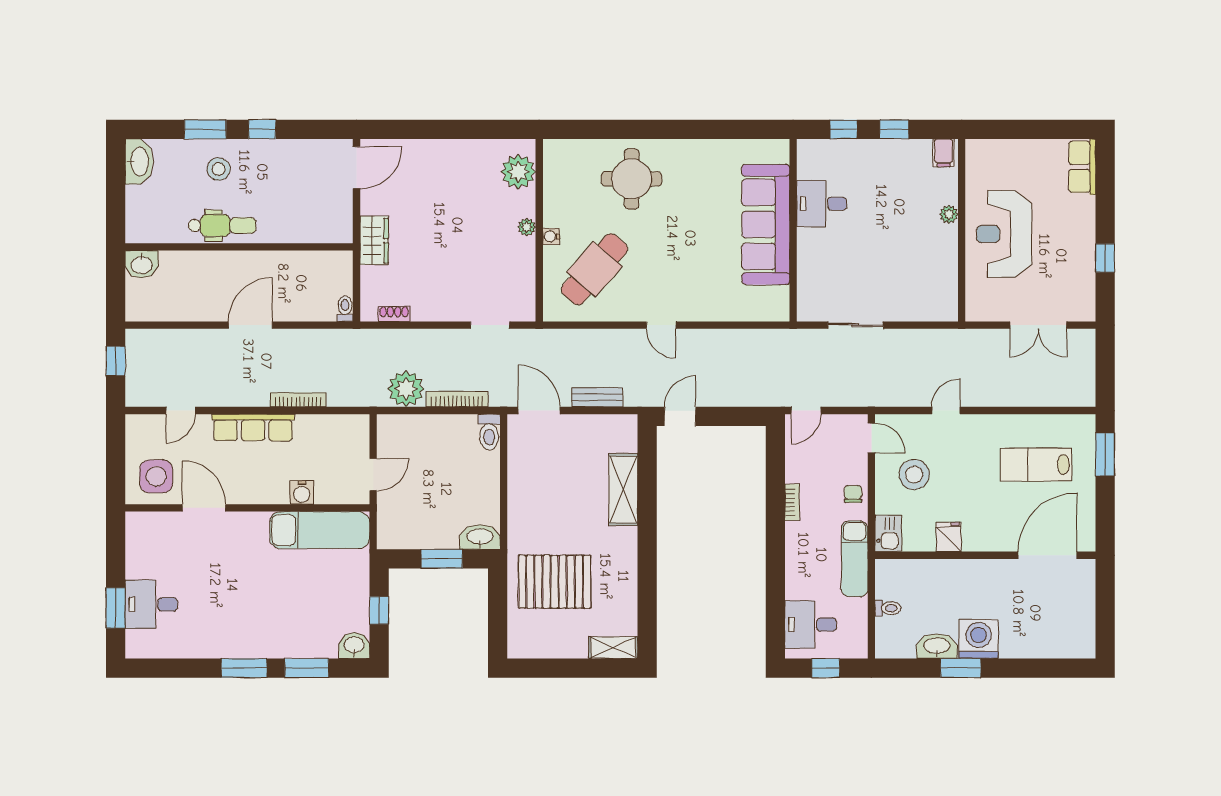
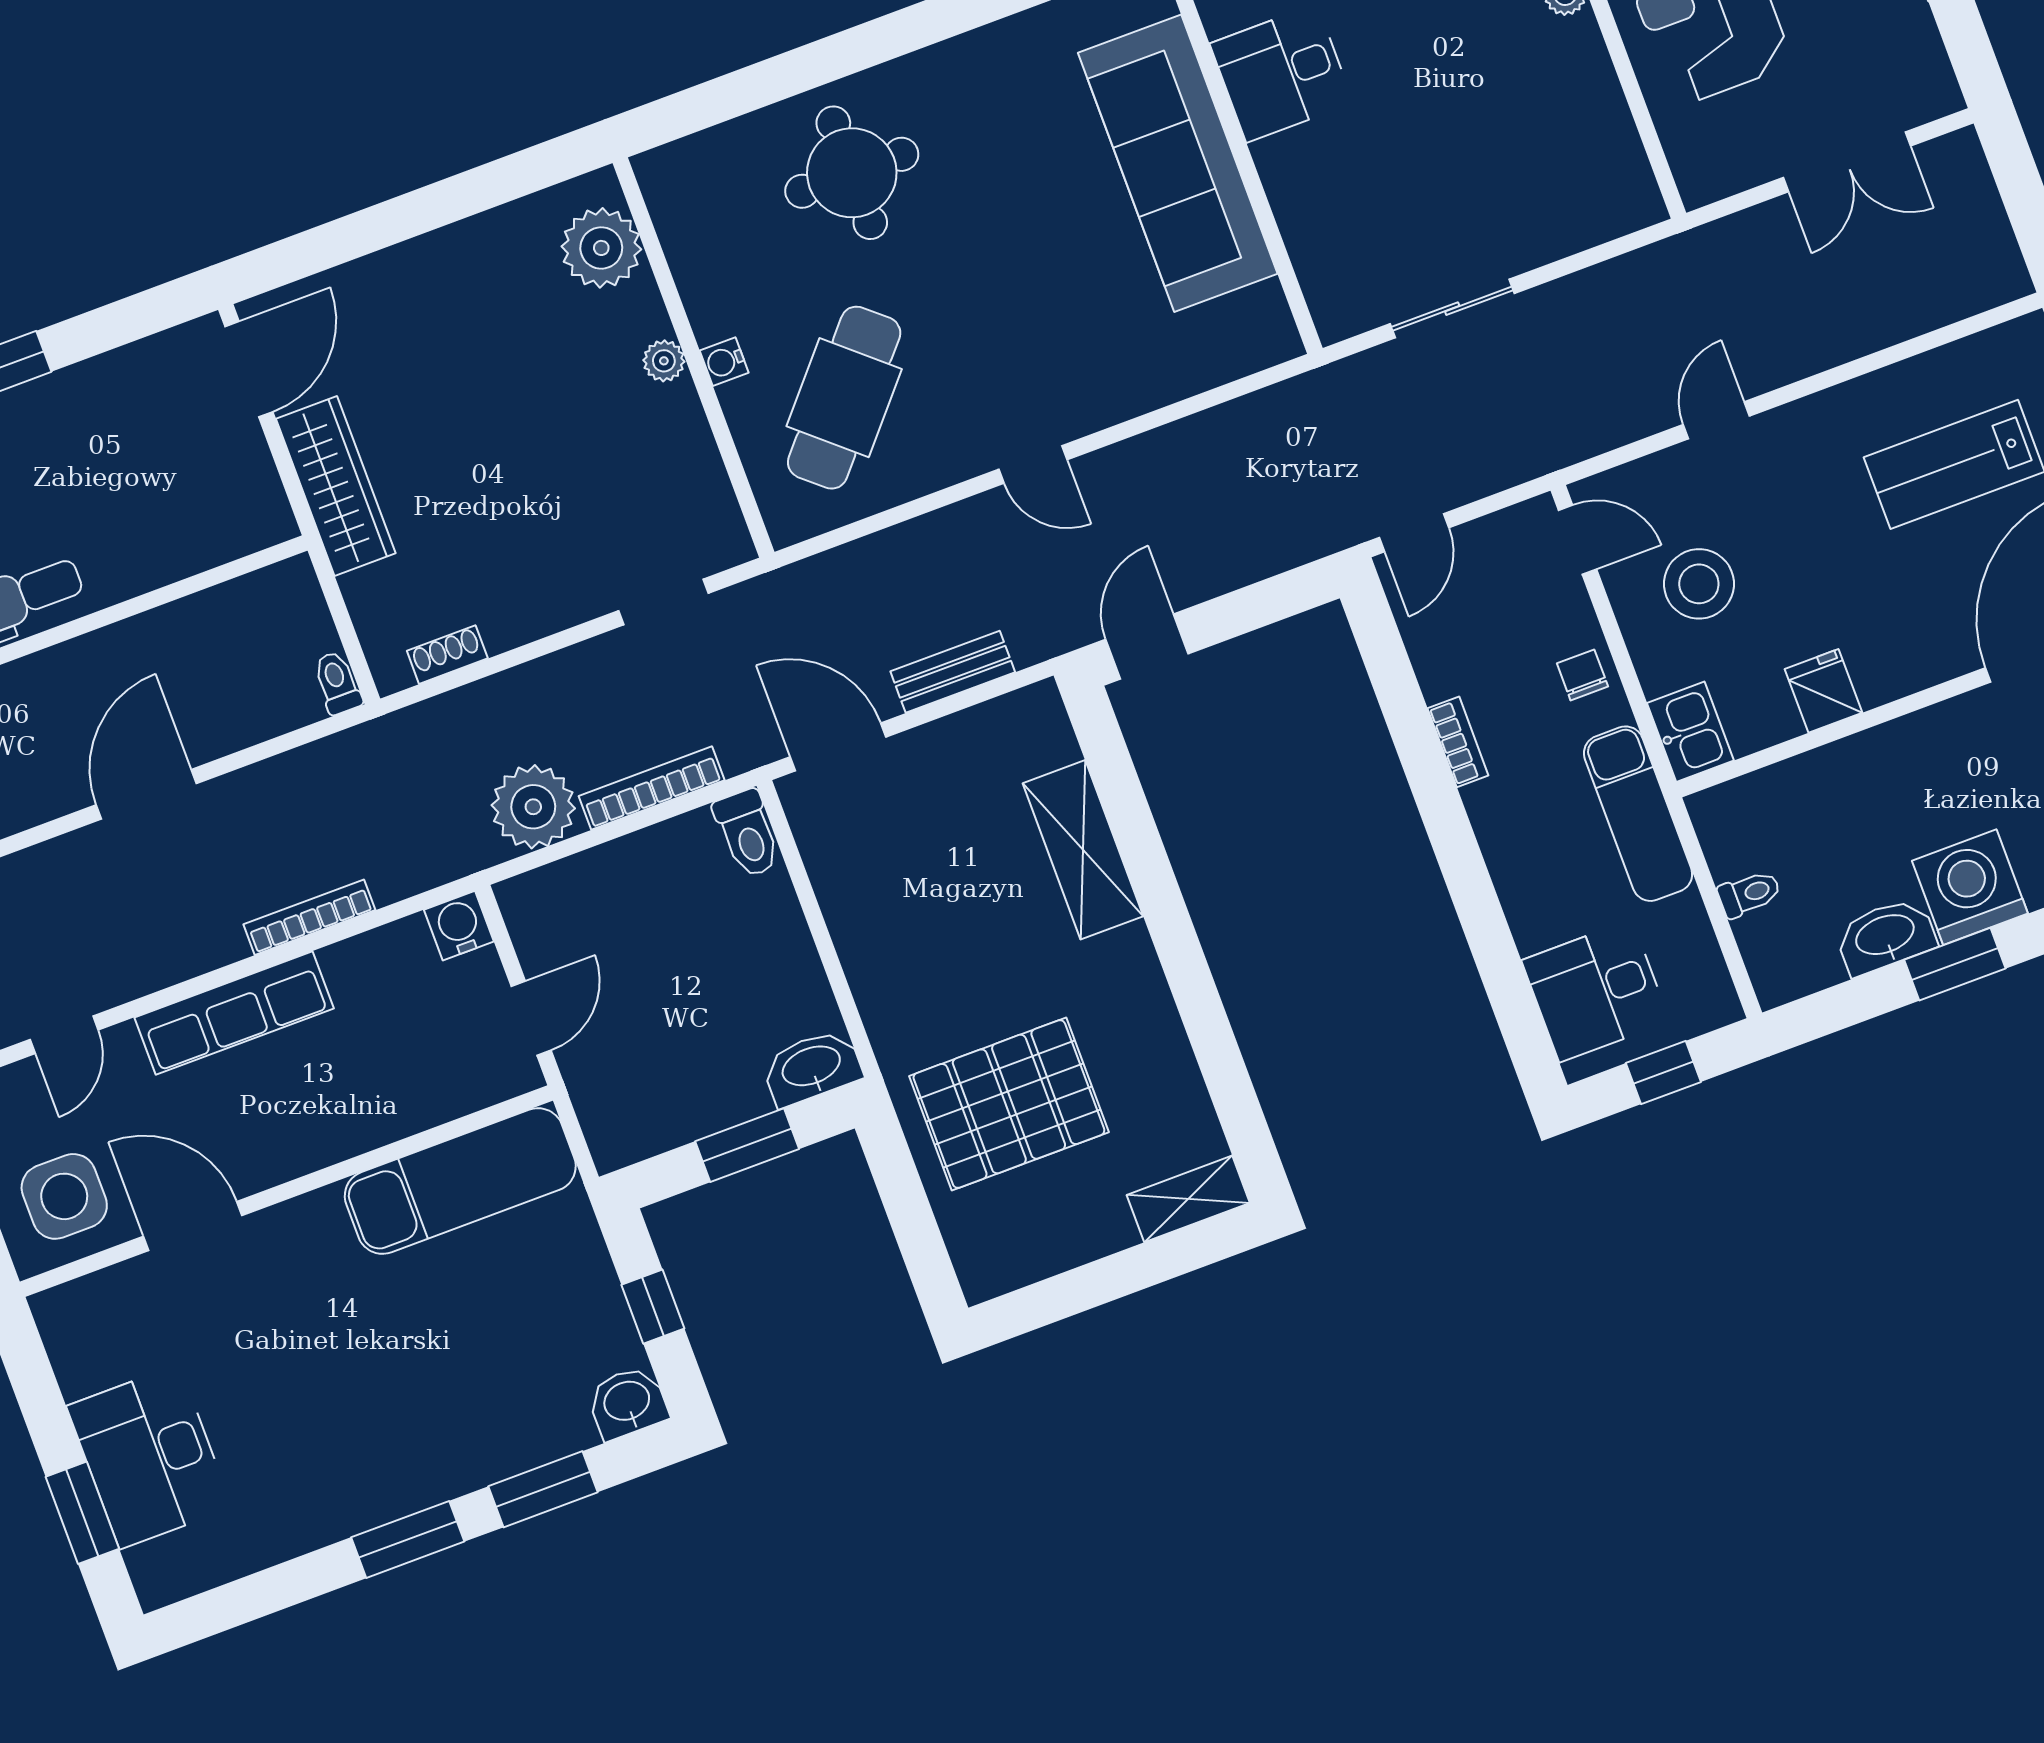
wardrobe: (374, 241) -> (336, 486), width x1.50
water cooler: (302, 492) -> (459, 926), moved, turned 180
desk: (151, 604) -> (149, 1457), width x1.37

